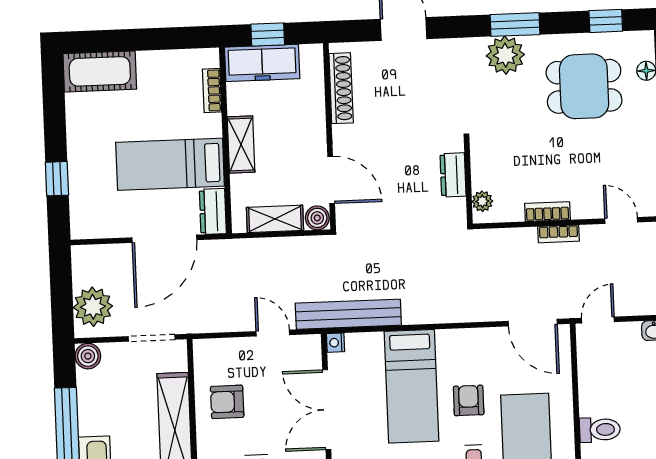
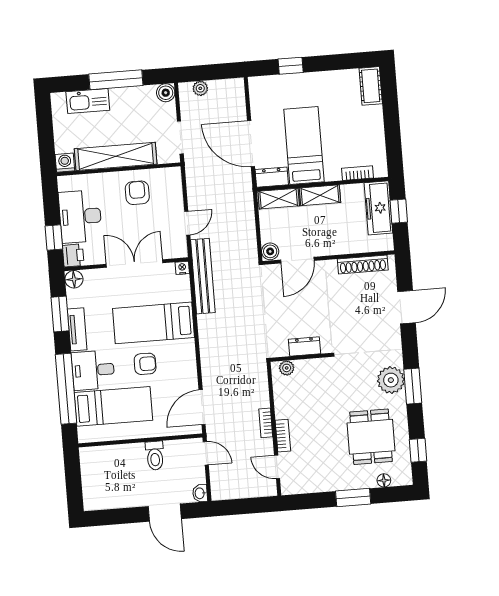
cot: (100, 71) -> (371, 86), width x0.73, depth x0.75
bookcase: (547, 212) -> (283, 436), moved
shelving: (275, 219) -> (279, 199), moved, turned 90
door: (621, 220) -> (277, 467), swing flipped
plant: (93, 307) -> (200, 88), width x0.53, depth x0.53
toilet: (600, 430) -> (155, 456), moved

